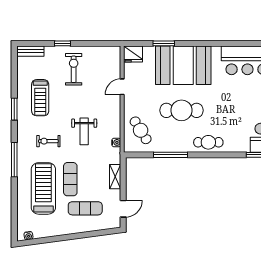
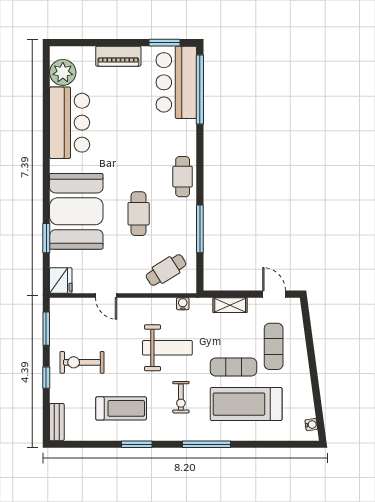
window: (98, 43) -> (46, 329), added
cafe table: (181, 110) -> (139, 214), width x0.73, depth x0.74
weight bench: (84, 131) -> (167, 348), width x1.36, depth x1.33

